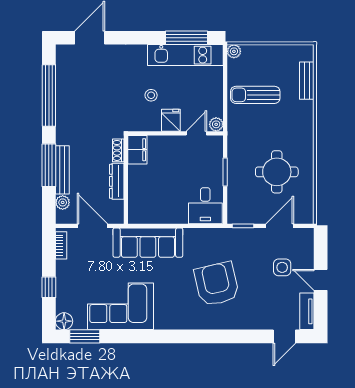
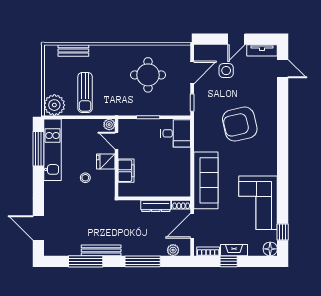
plant: (234, 51) -> (54, 105), width x1.87, depth x1.87
window: (49, 96) -> (86, 261), width x0.68
shoe rack: (118, 150) -> (181, 205), moved
filing cabinet: (137, 150) -> (126, 171), moved, turned 90
bench: (62, 170) -> (101, 250), moved
door: (280, 226) -> (192, 72), swing flipped
fireplace: (63, 277) -> (234, 250), added
window: (49, 287) -> (229, 261), moved
window: (85, 336) -> (283, 232), width x0.67

